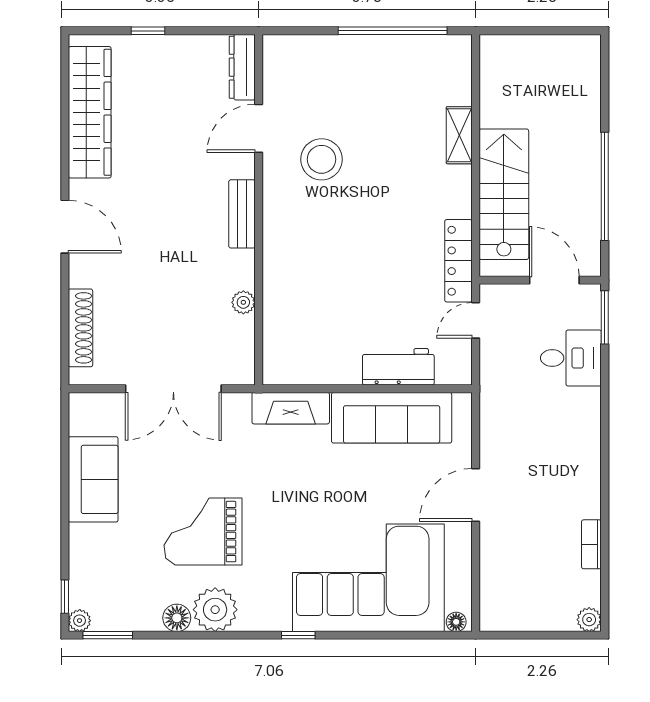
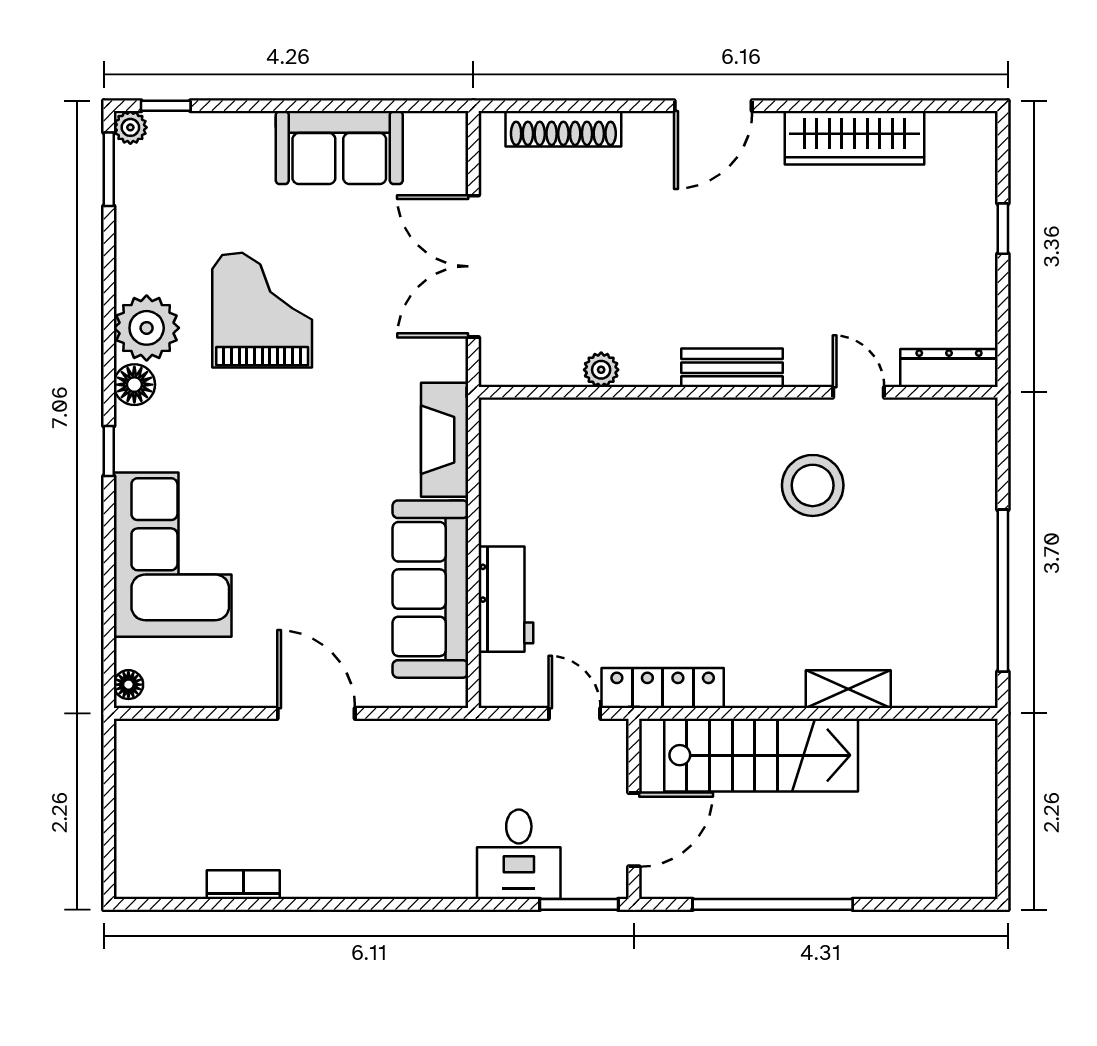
wardrobe: (90, 112) -> (855, 138), width x0.71, depth x0.85
door: (259, 128) -> (859, 392), width x0.73
corner sofa: (368, 578) -> (173, 555), width x0.73, depth x0.74
floor lamp: (177, 618) -> (134, 385), moved
plant: (589, 620) -> (132, 881), removed

